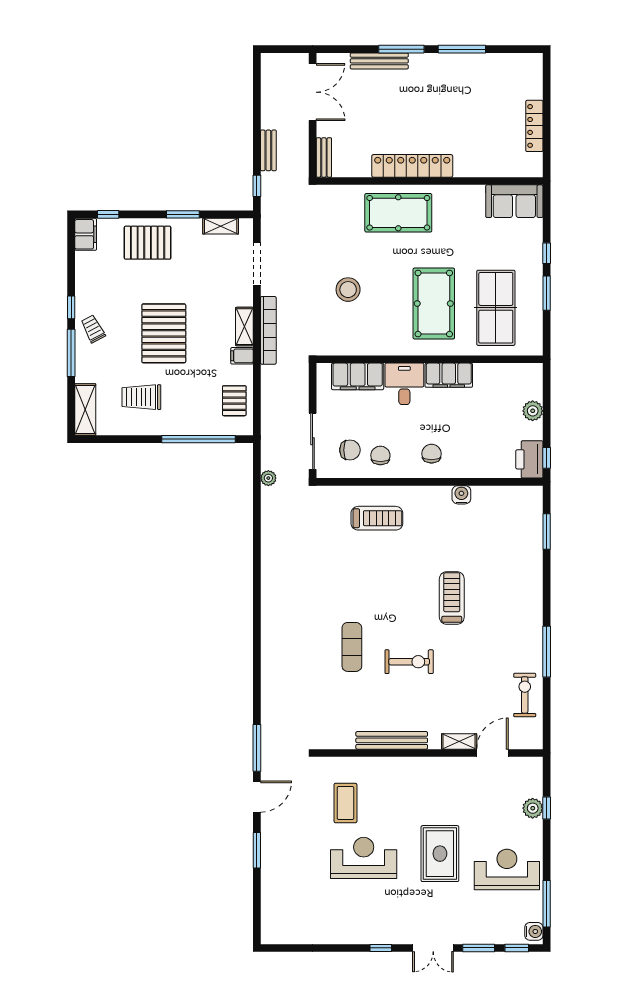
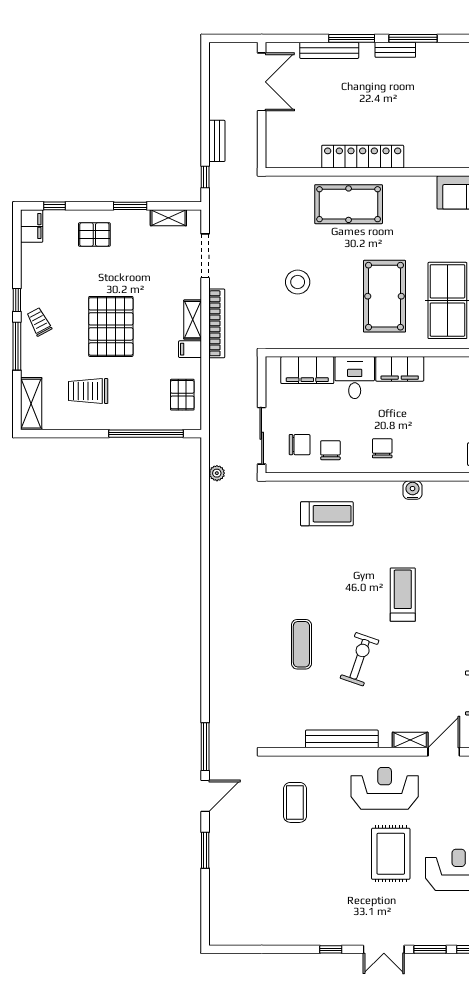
bench: (324, 157) -> (395, 50), moved, turned 90
pallet: (148, 243) -> (94, 235), width x0.67, depth x0.71
exercise bike: (409, 662) -> (360, 659), turned -71
reception desk: (364, 858) -> (385, 788), moved

